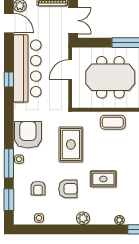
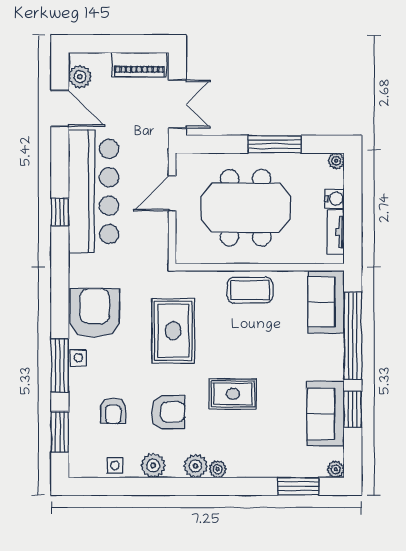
plant: (60, 218) -> (153, 465), added
plant: (119, 220) -> (218, 469), moved

